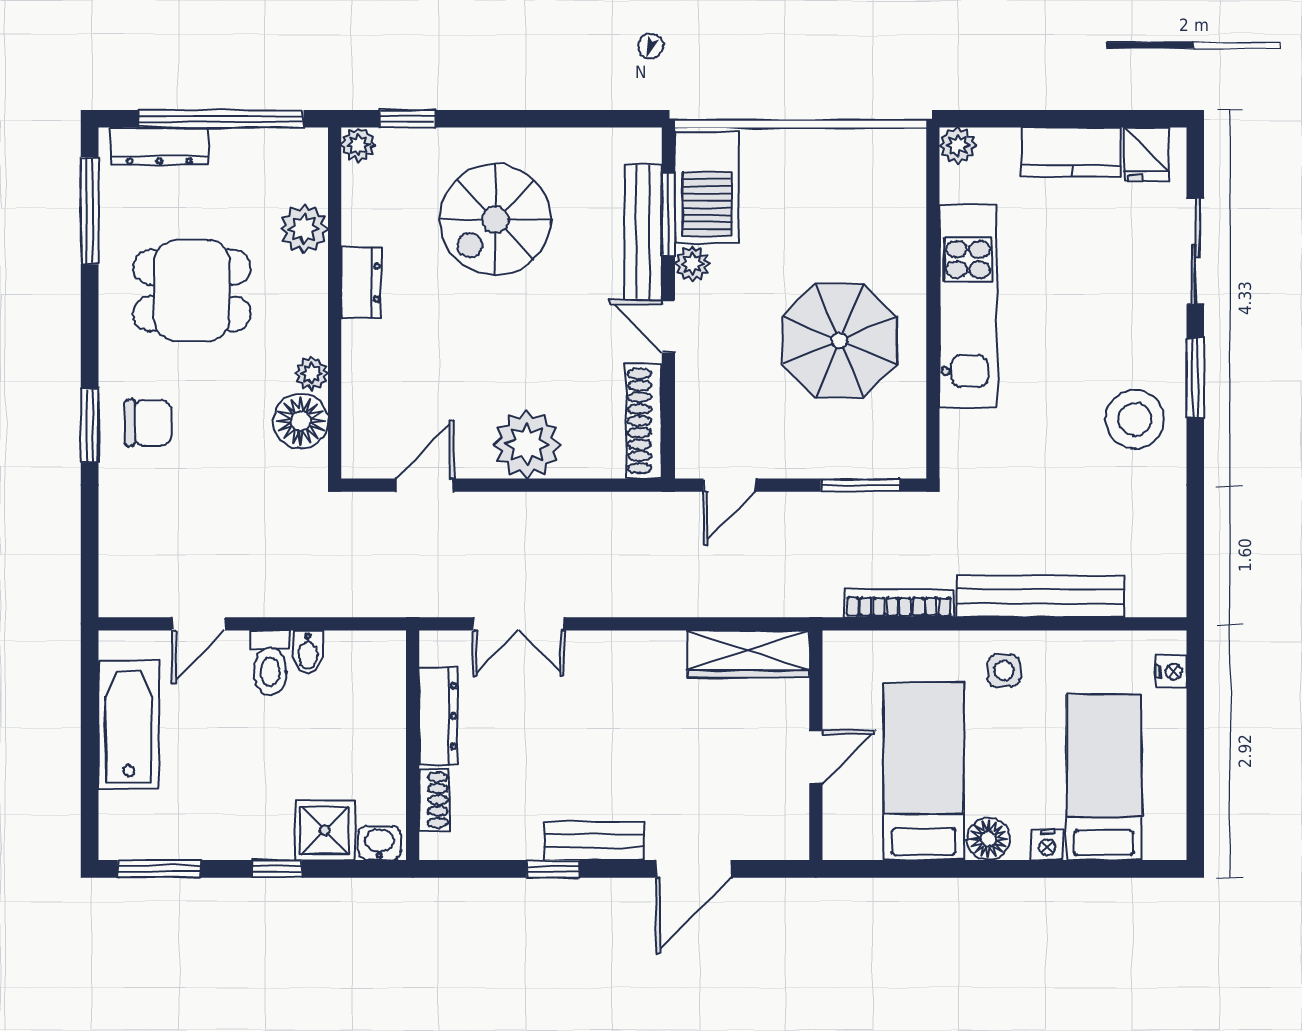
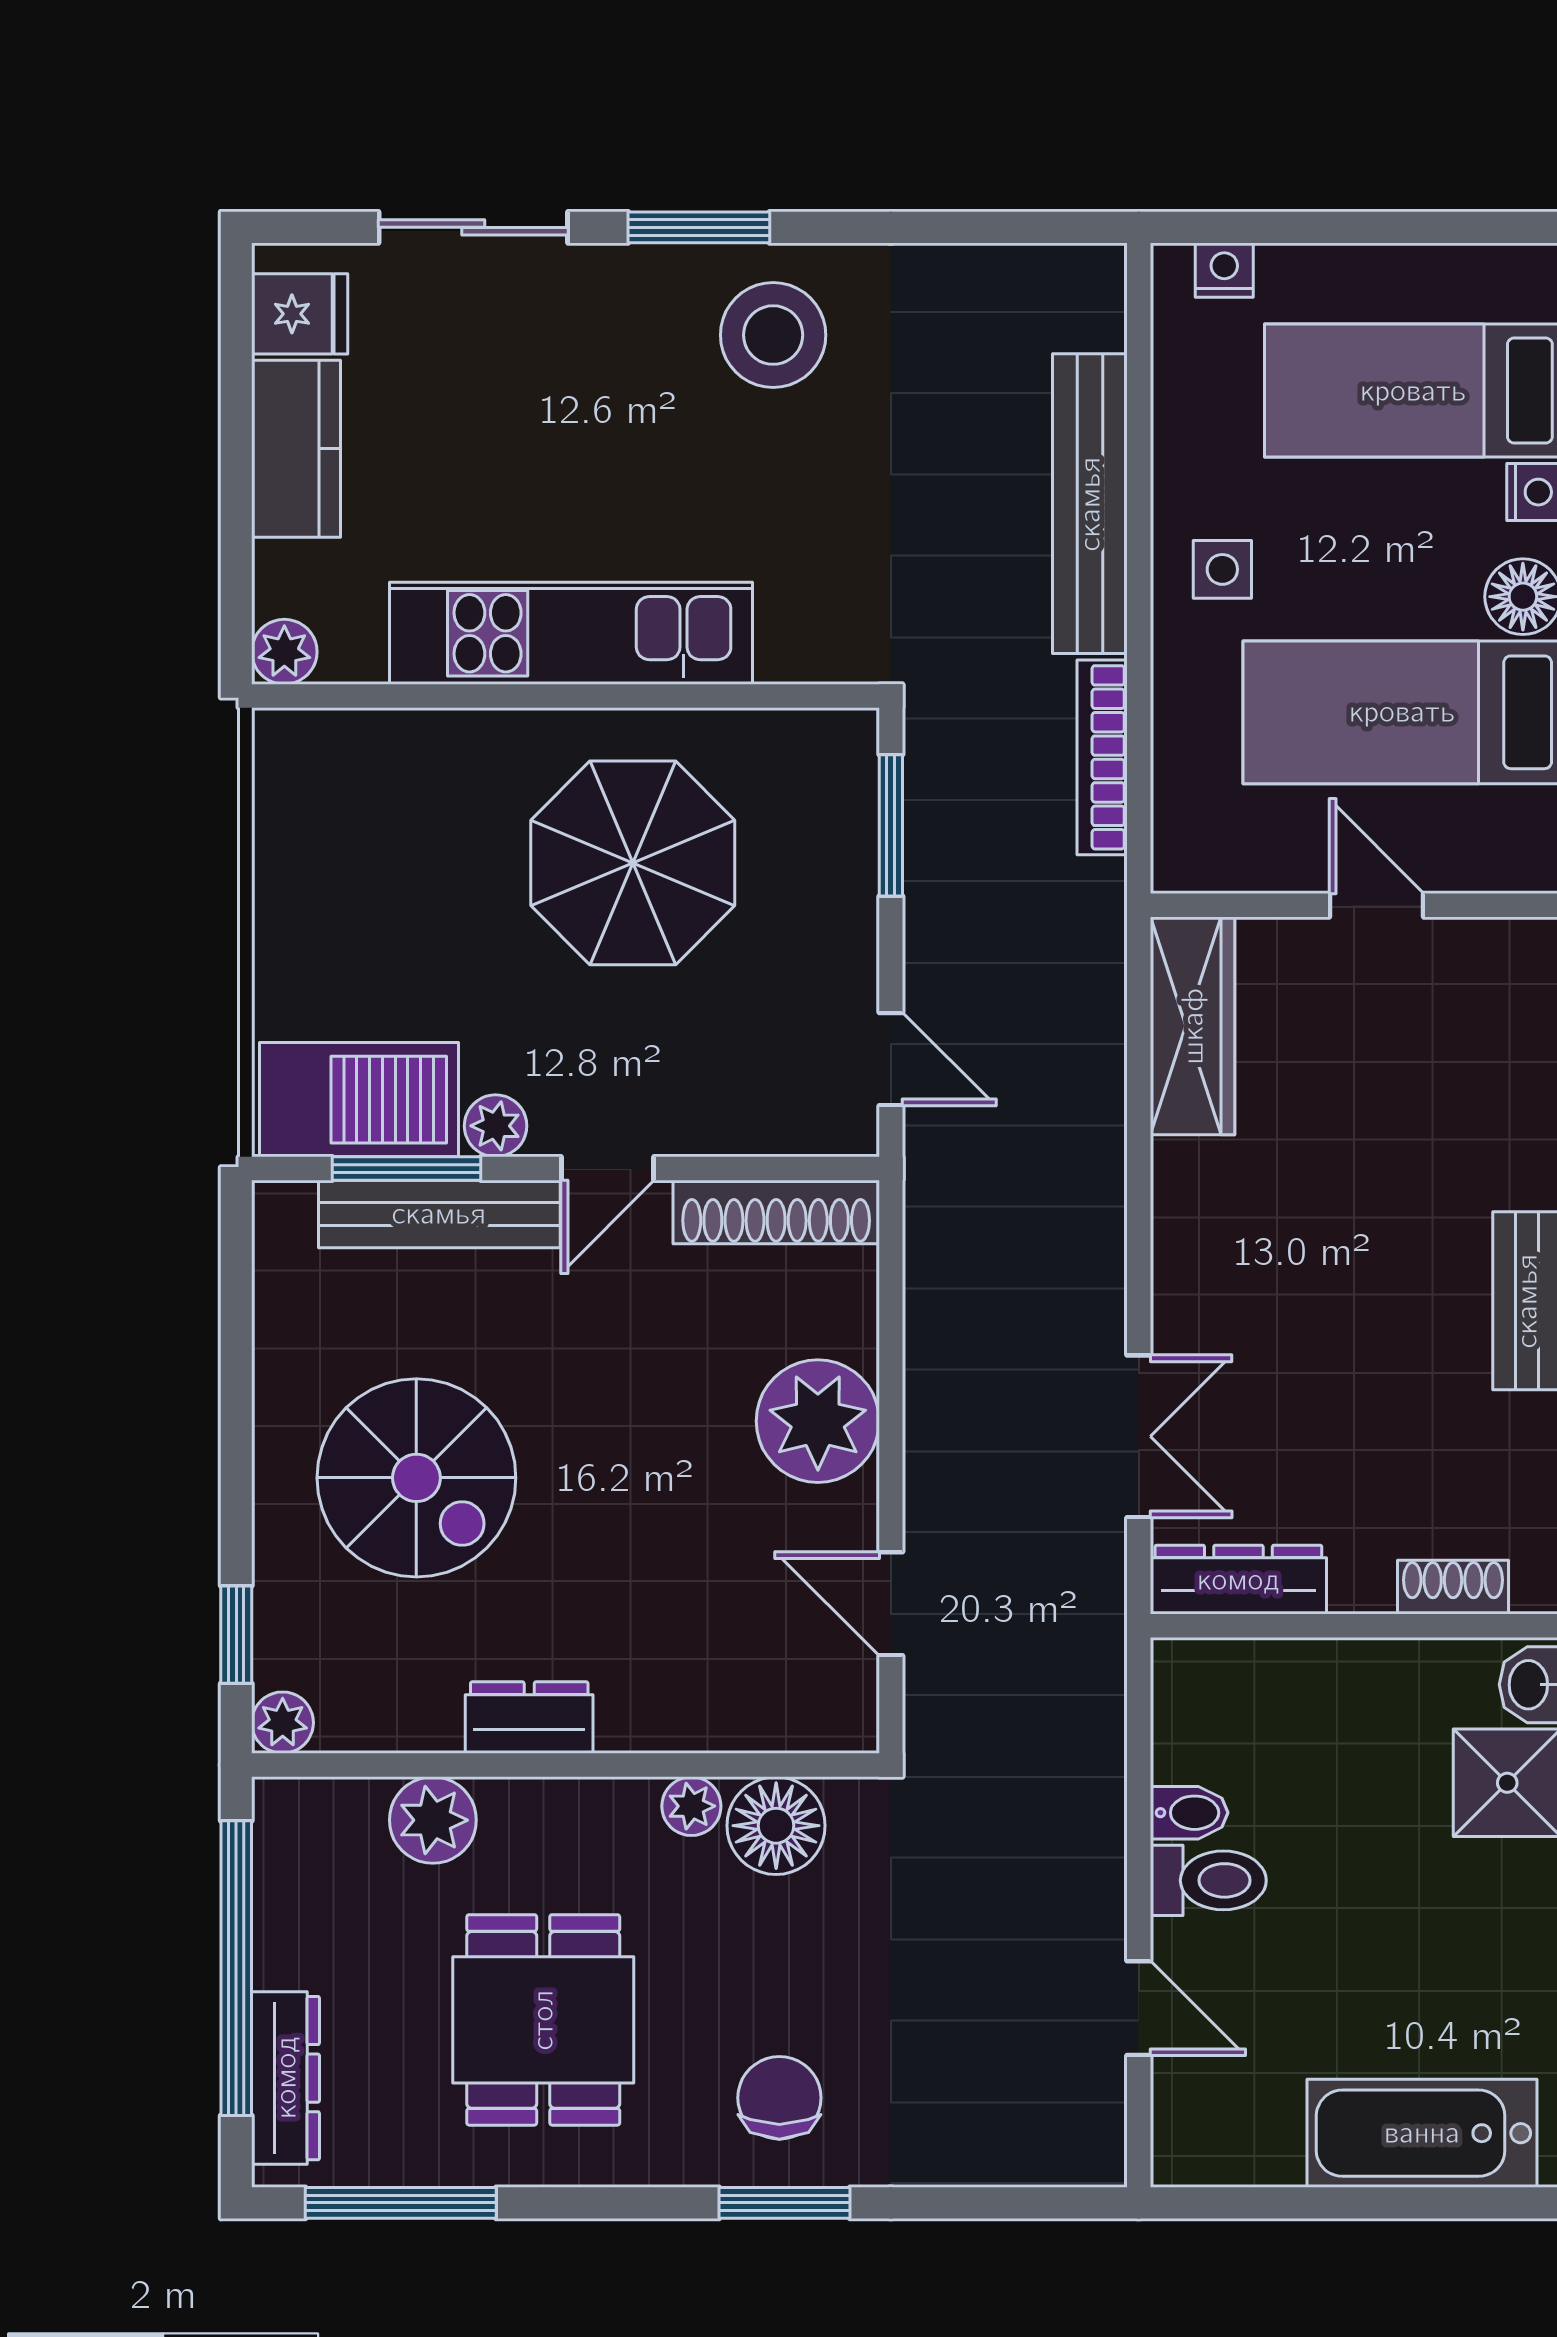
dresser: (438, 716) -> (1238, 1580), moved
bathtub: (129, 725) -> (1422, 2133), moved

